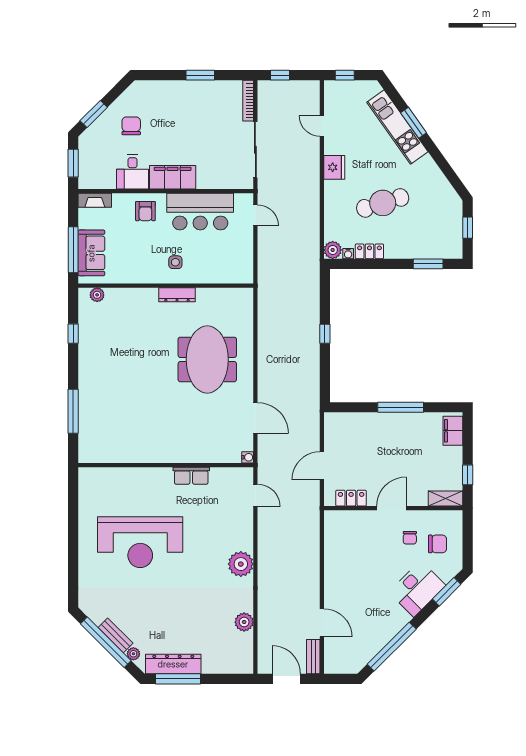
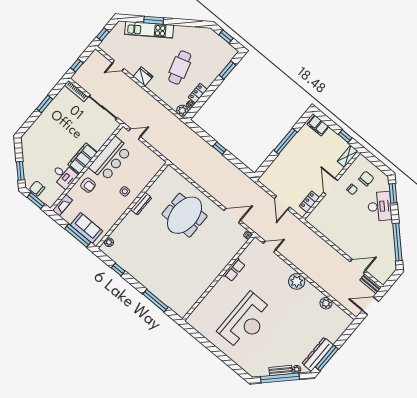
chair: (131, 126) -> (37, 188), moved
meeting table: (207, 359) -> (185, 215), turned 90

